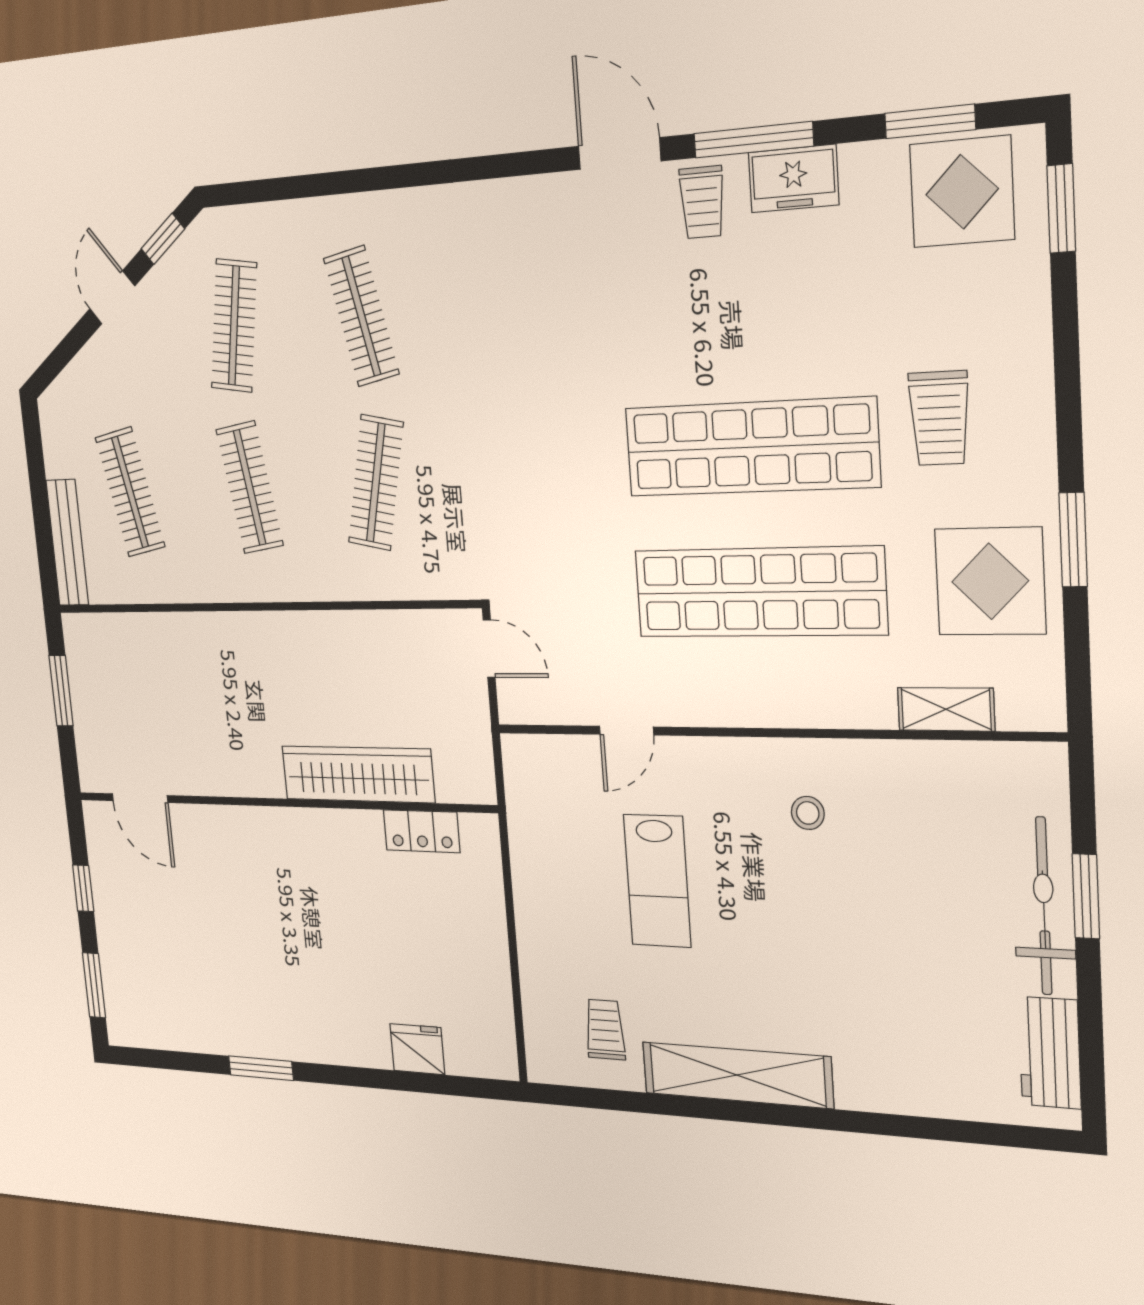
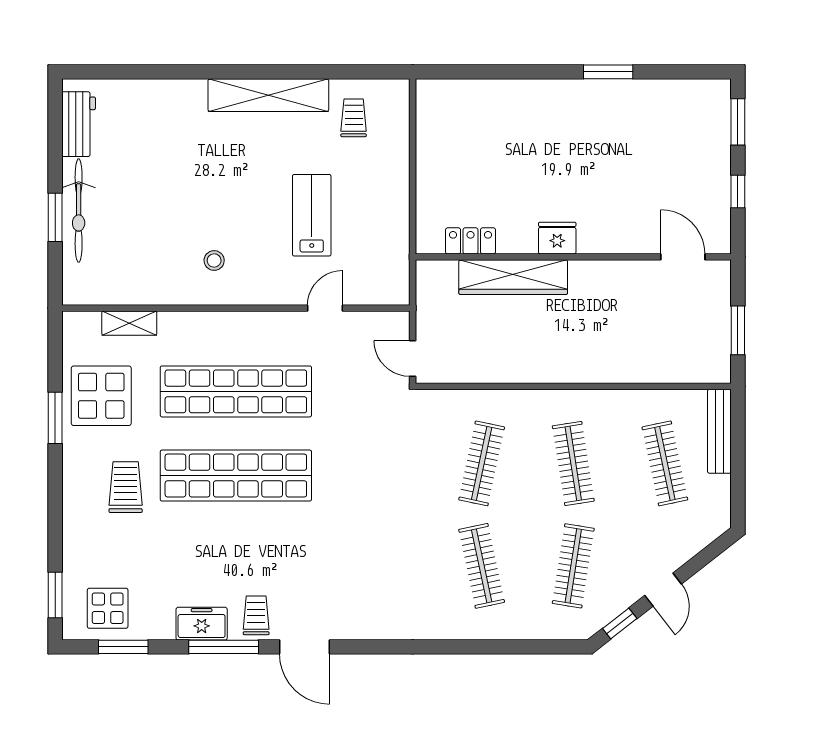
display table: (962, 192) -> (108, 608), width x0.73, depth x0.73
trolley: (605, 1029) -> (354, 118), turned 180
fridge: (417, 1049) -> (557, 238), moved, turned 180

